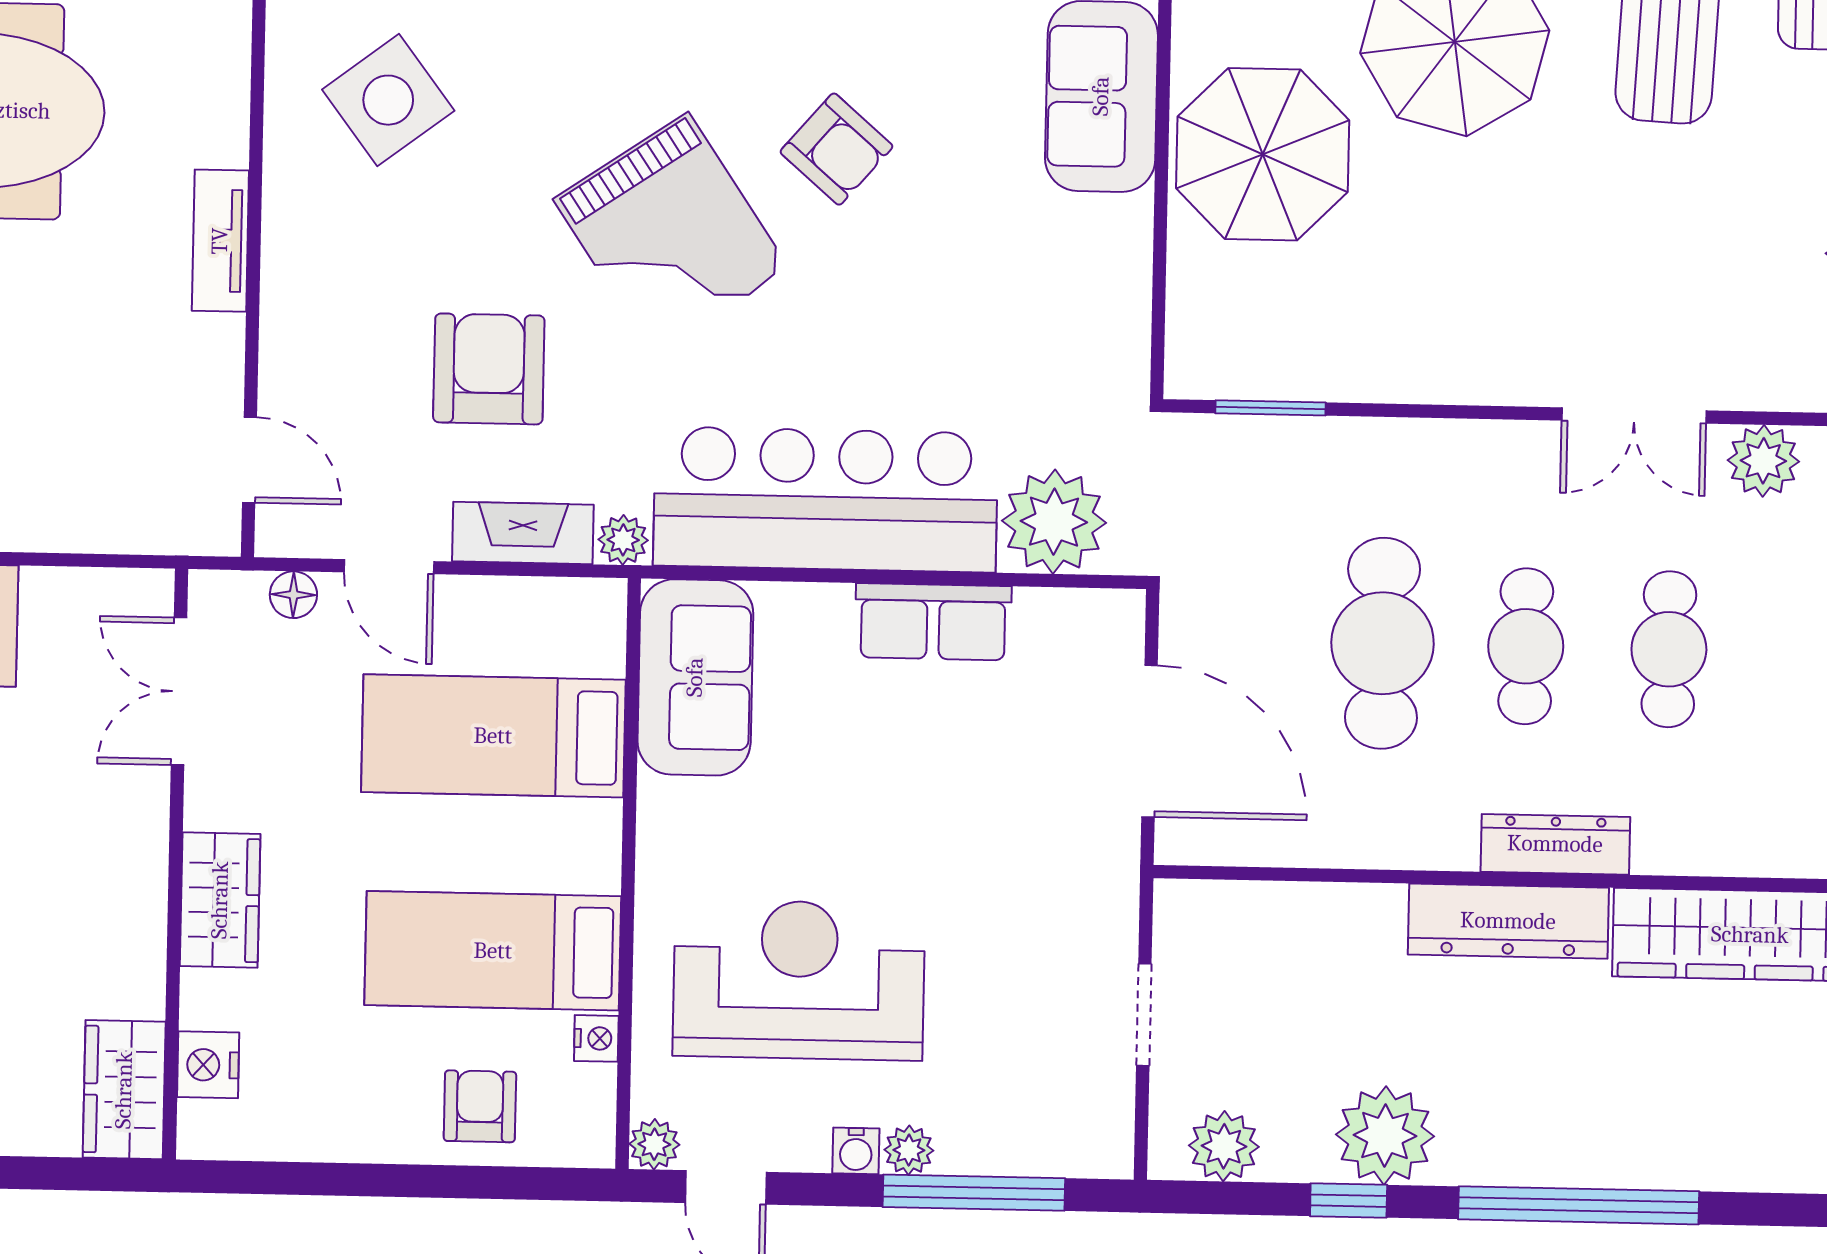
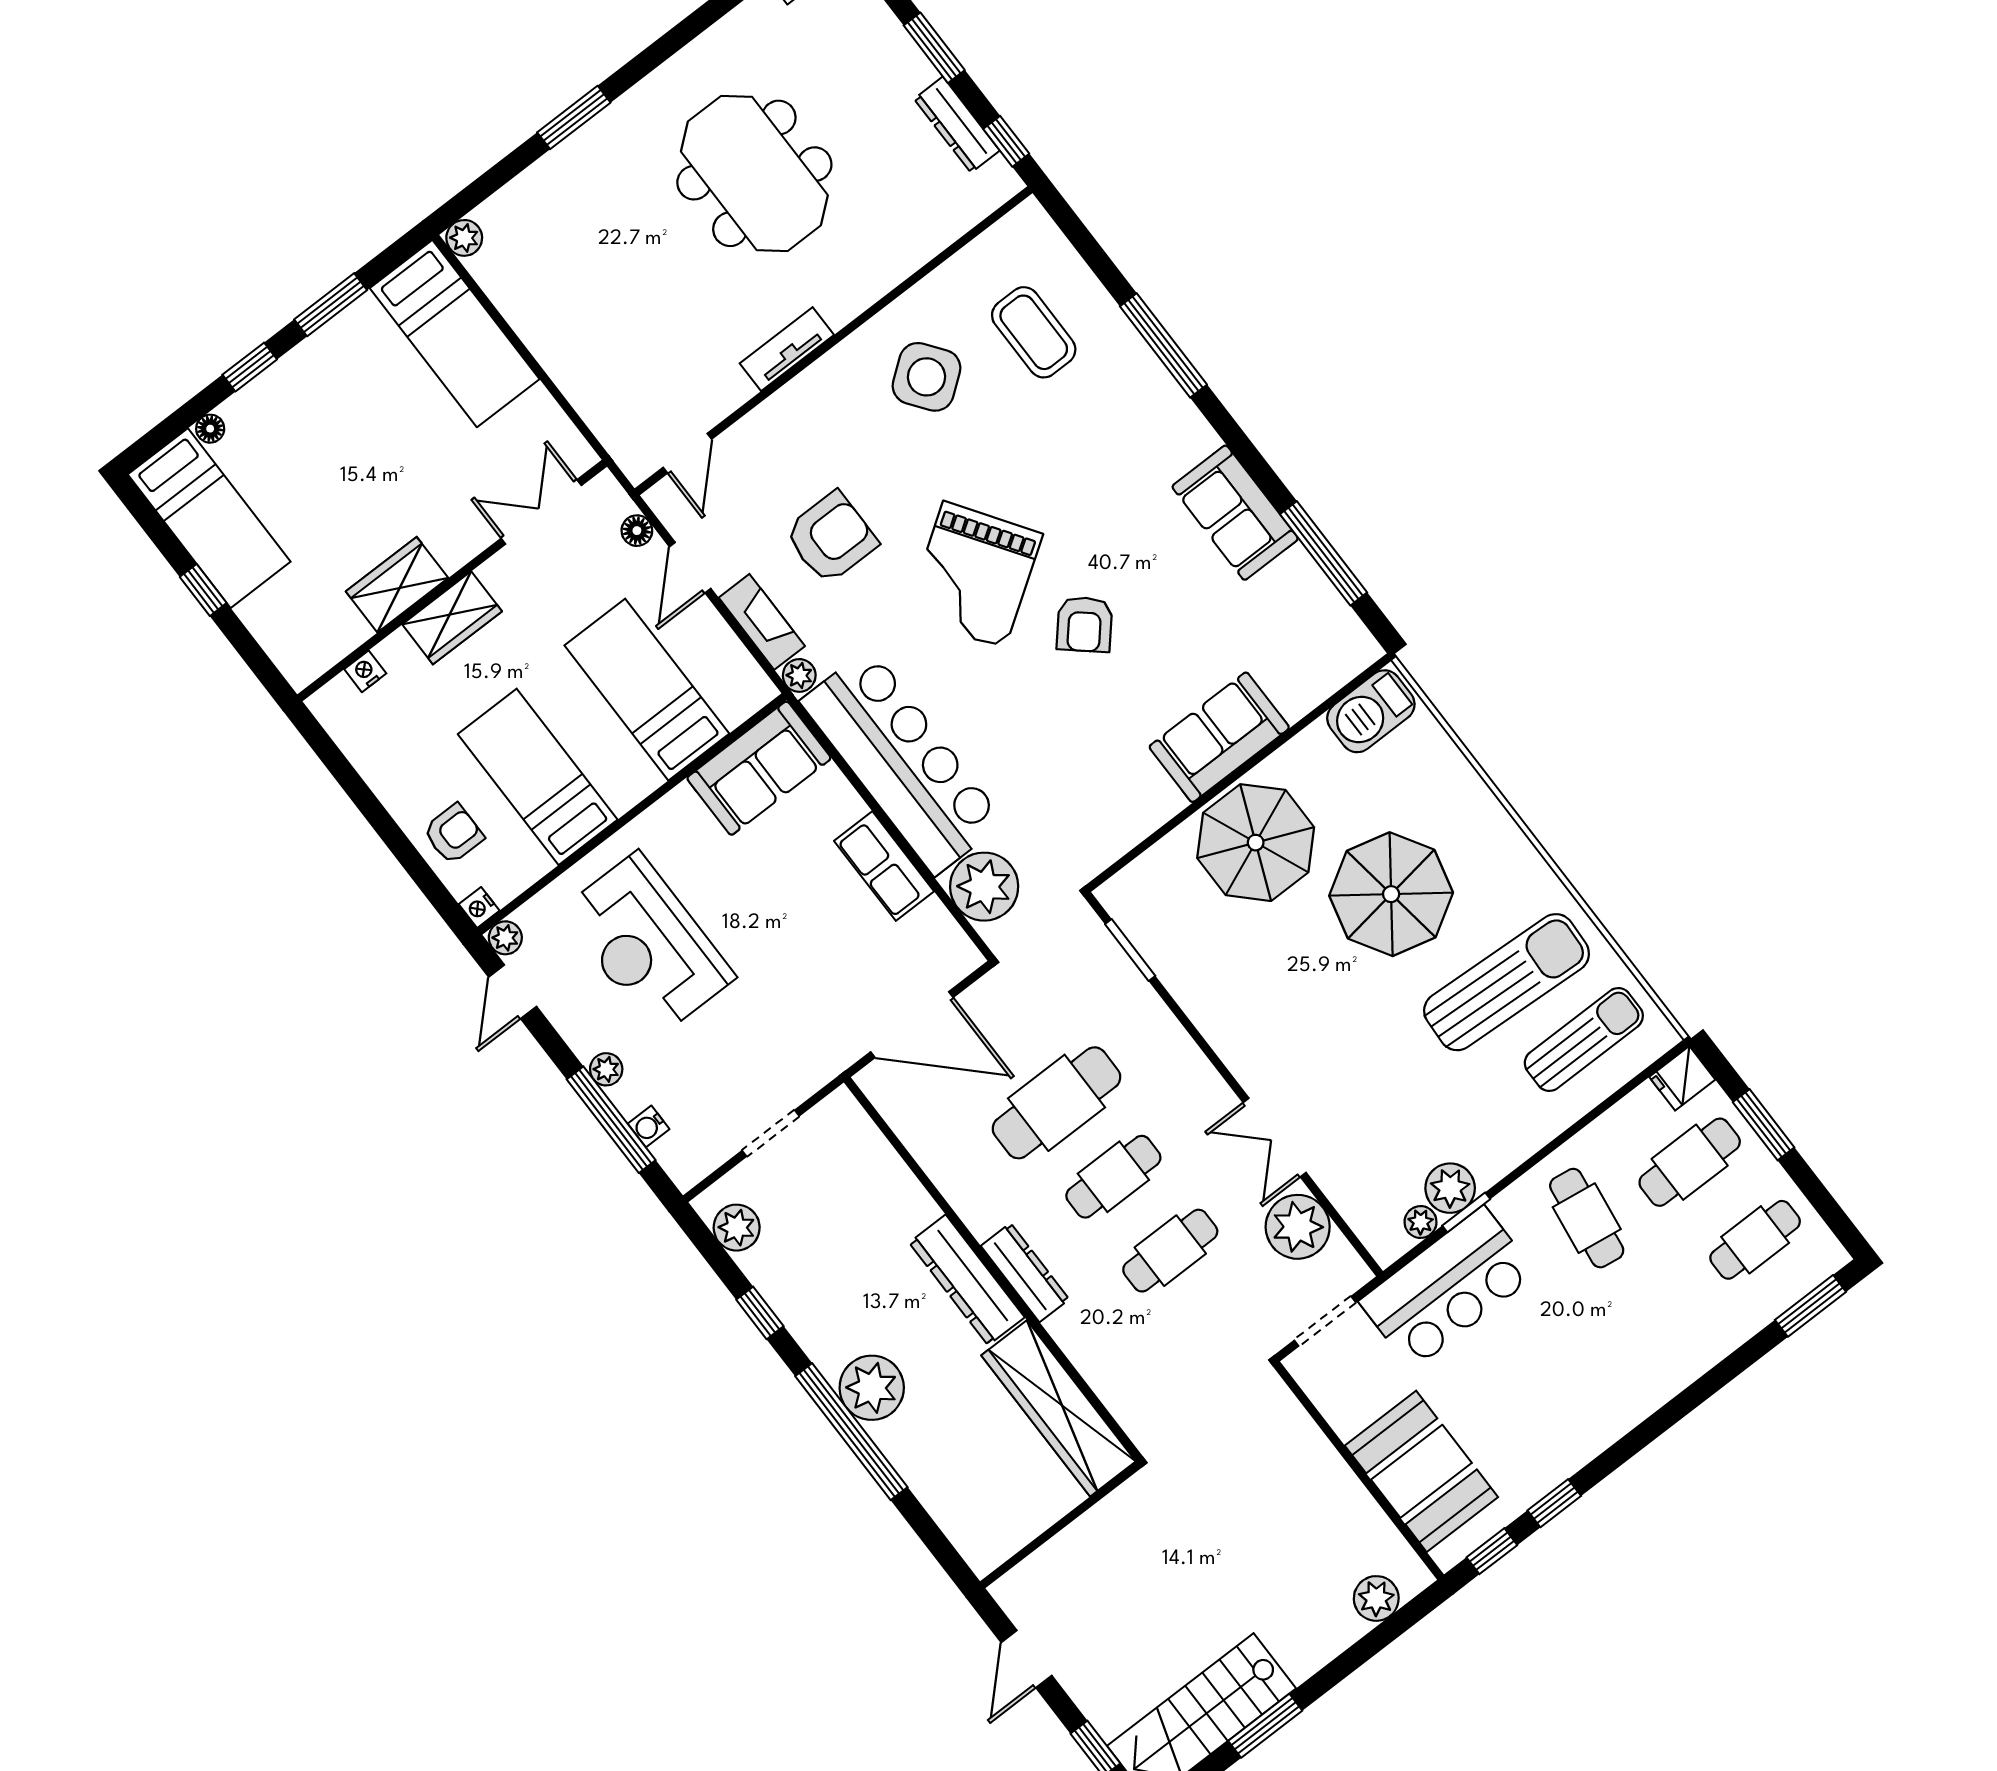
plant: (1763, 461) -> (1298, 1227), width x1.36, depth x1.36
door: (1150, 741) -> (912, 1025), hinge flipped
reception desk: (799, 980) -> (648, 944), turned 180
nightstand: (596, 1038) -> (479, 907), moved, turned 90
nightstand: (208, 1065) -> (365, 671), width x0.72, depth x0.74
wardrobe: (124, 1090) -> (397, 585), moved
plant: (1385, 1135) -> (872, 1388), moved
water cooler: (856, 1151) -> (649, 1126), moved

